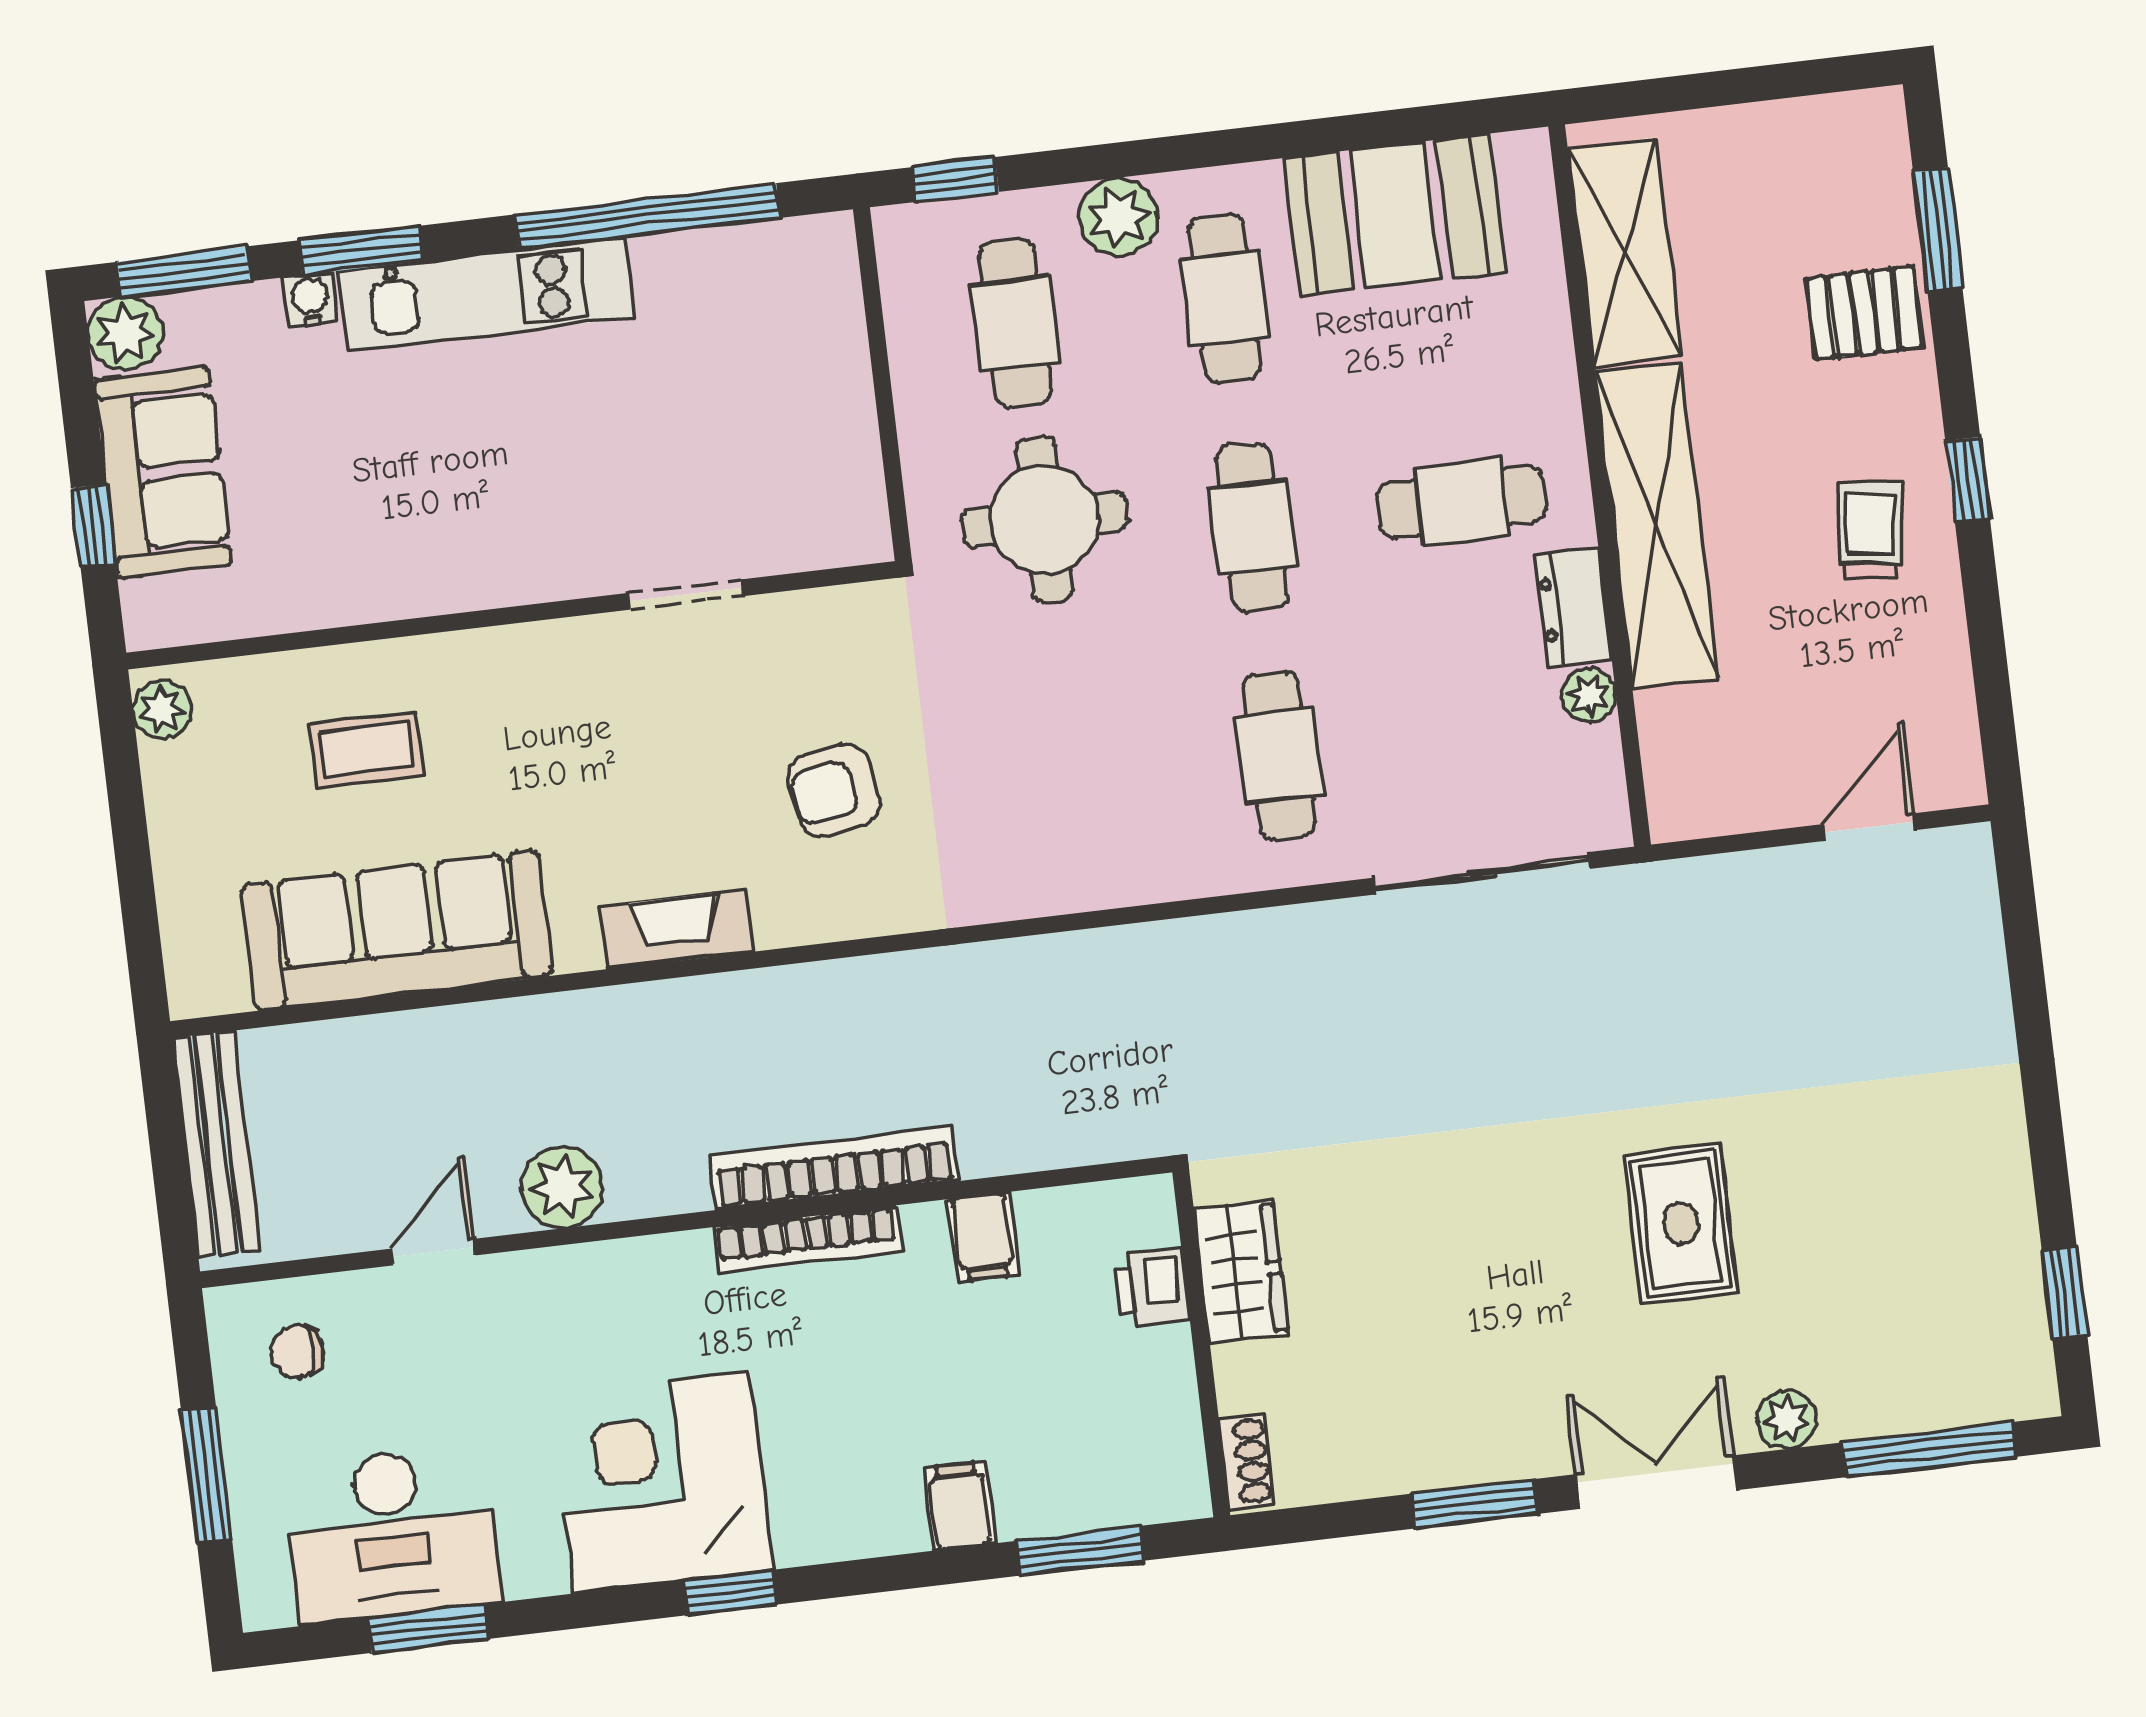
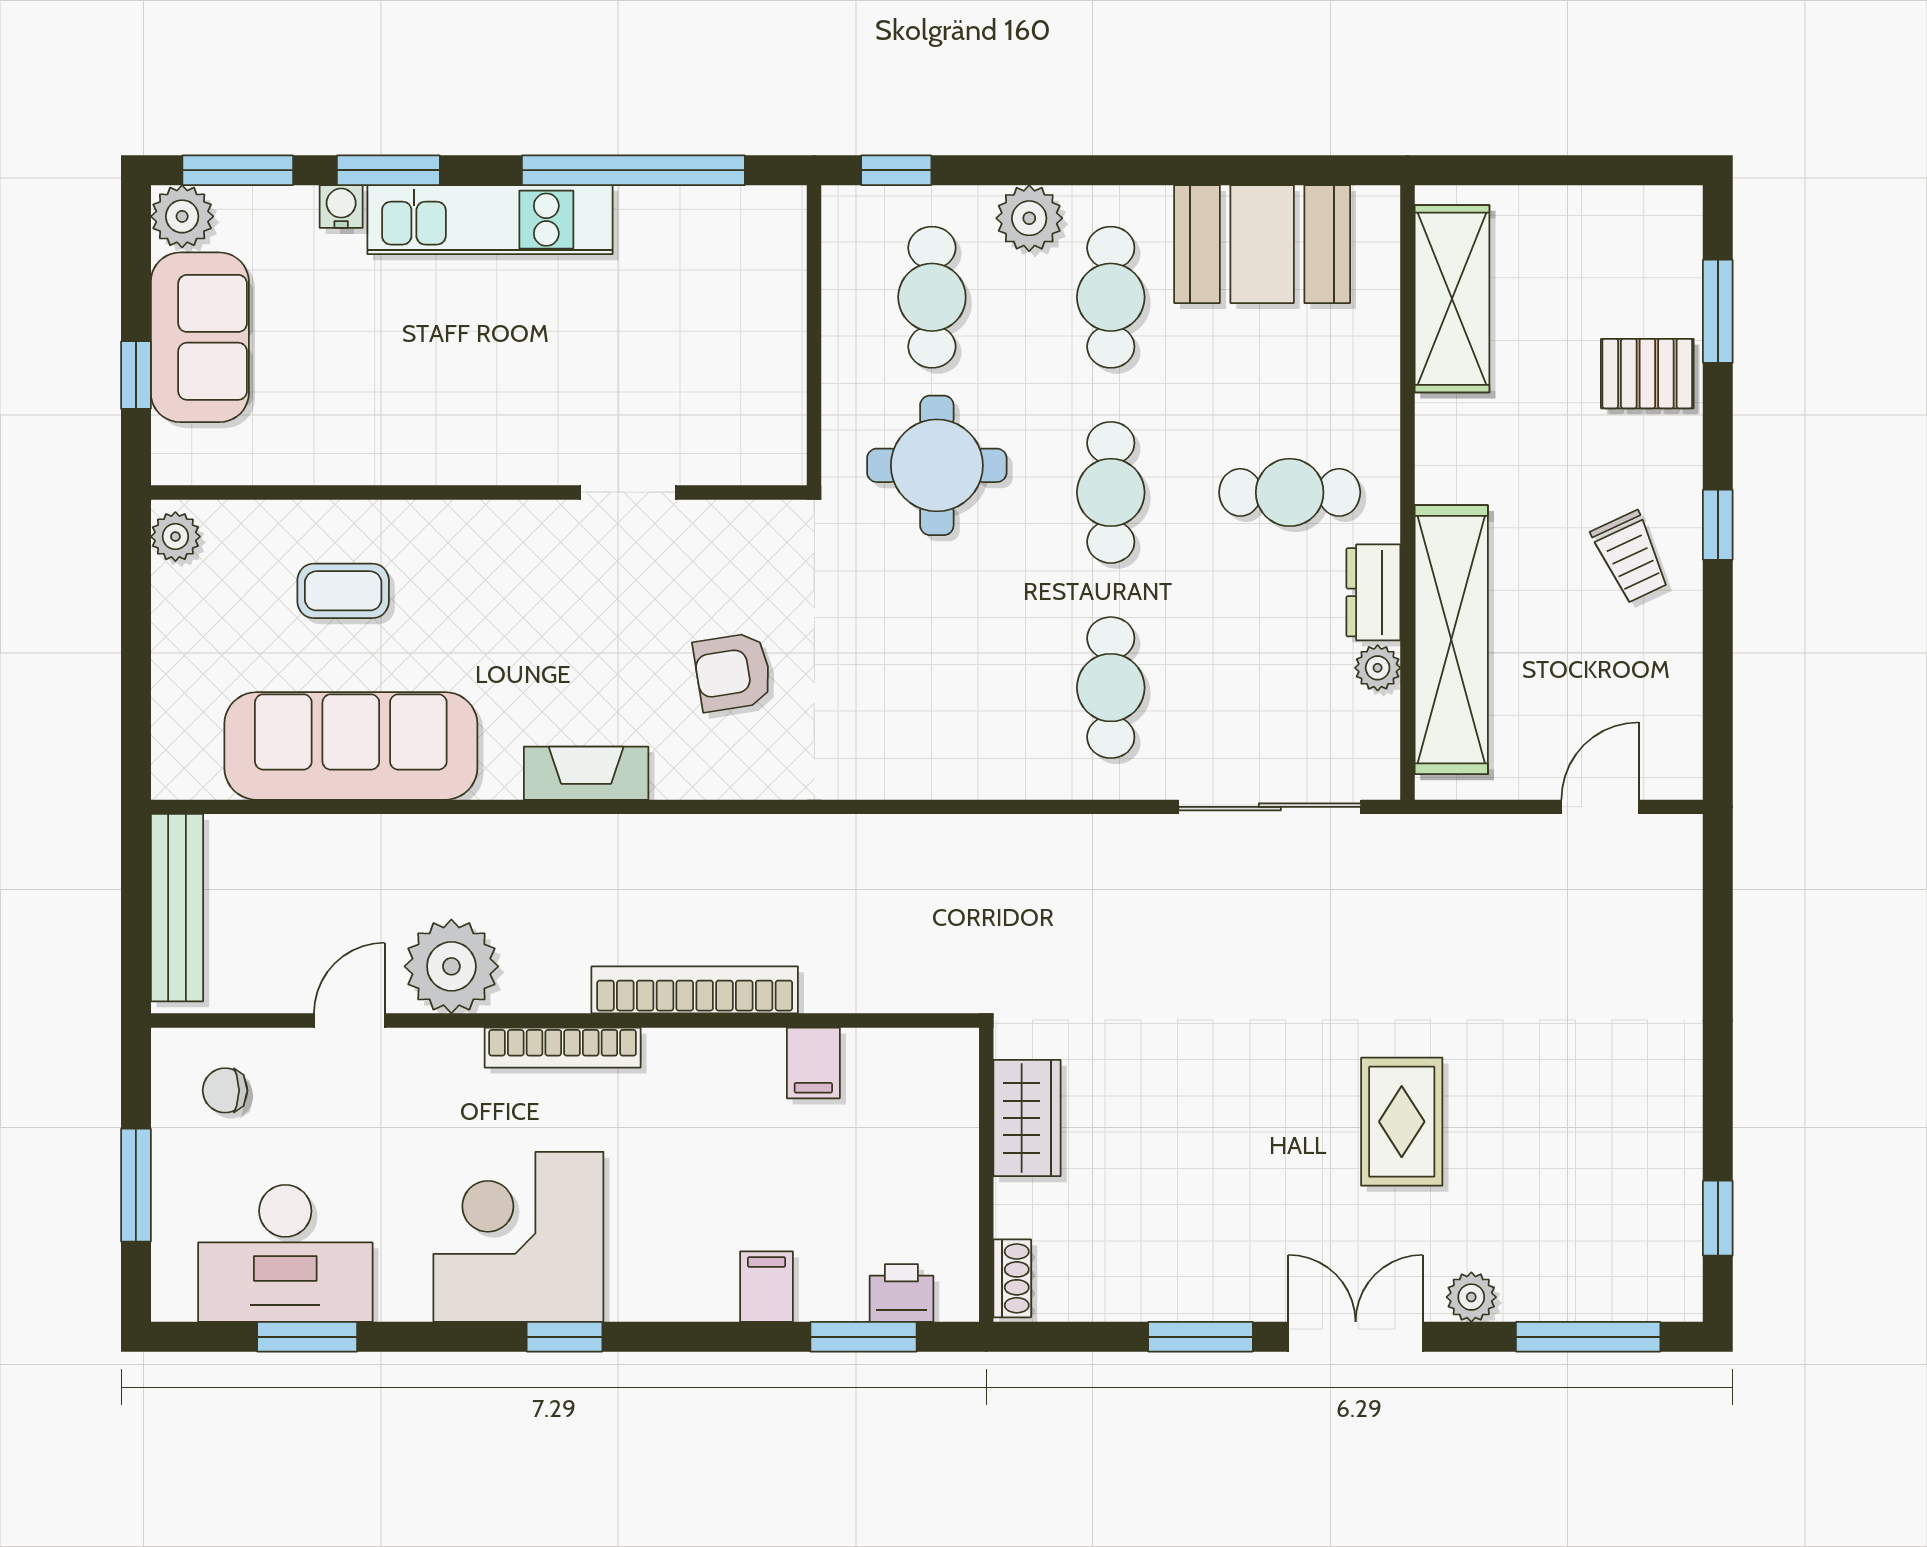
shelving: (1656, 525) -> (1451, 640), moved
trolley: (1870, 530) -> (1631, 557), turned 148
plant: (562, 1187) -> (451, 966), width x1.36, depth x1.36
bookcase: (807, 1240) -> (563, 1048), moved
printer: (1152, 1288) -> (901, 1293), moved, turned 90

